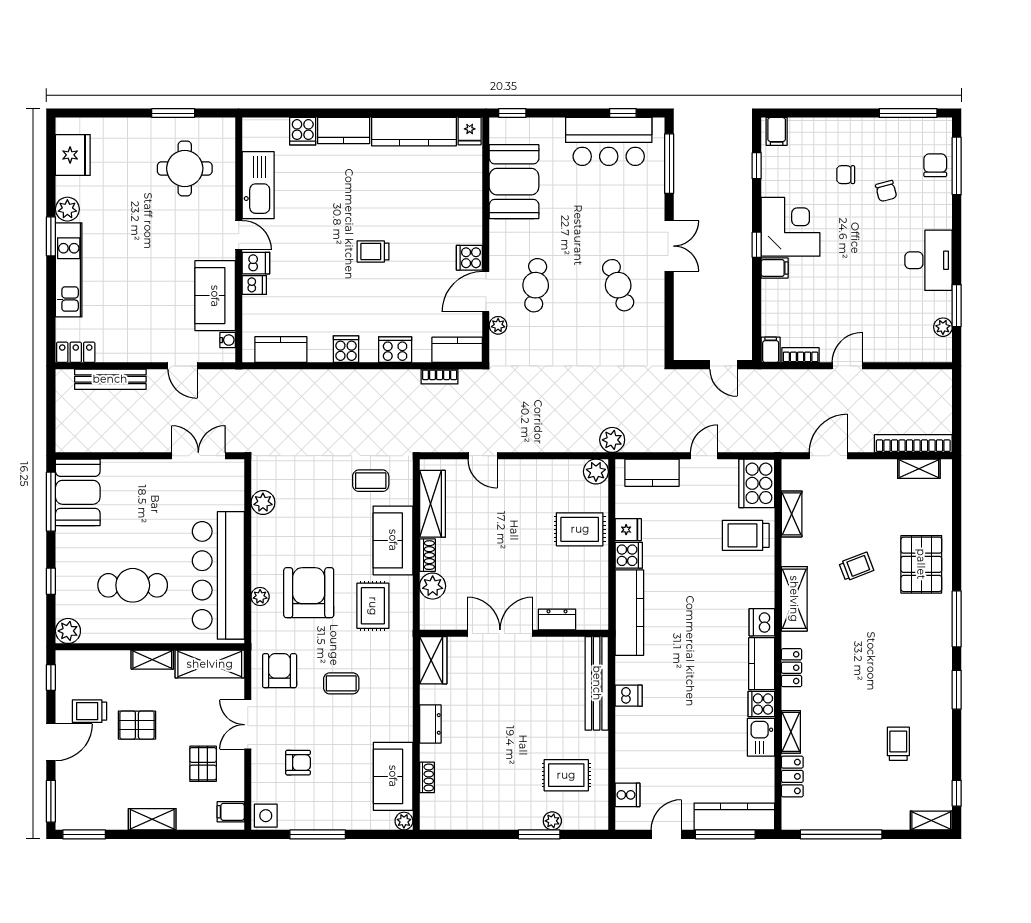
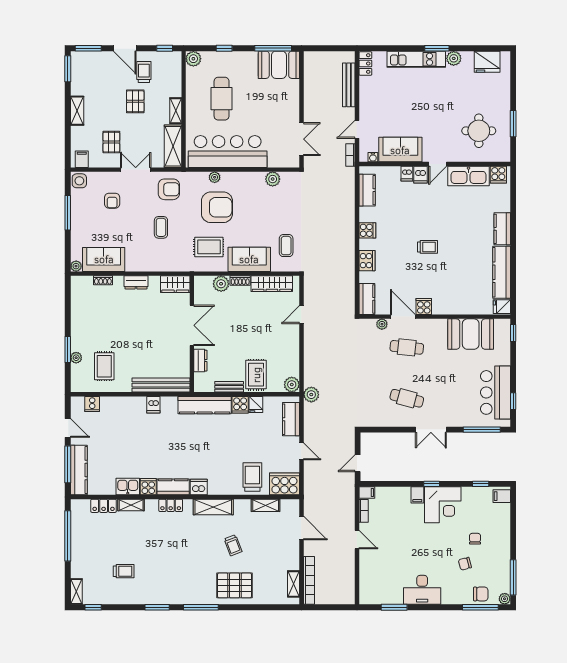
cooker: (303, 131) -> (498, 175), moved, turned -90
trolley: (373, 251) -> (428, 247), turned 90
cafe table: (618, 285) -> (407, 398), turned 36
plant: (943, 327) -> (505, 599), moved
bookcase: (440, 377) -> (350, 155), moved
bench: (600, 573) -> (229, 387), added
pallet: (203, 764) -> (111, 142), turned 90

